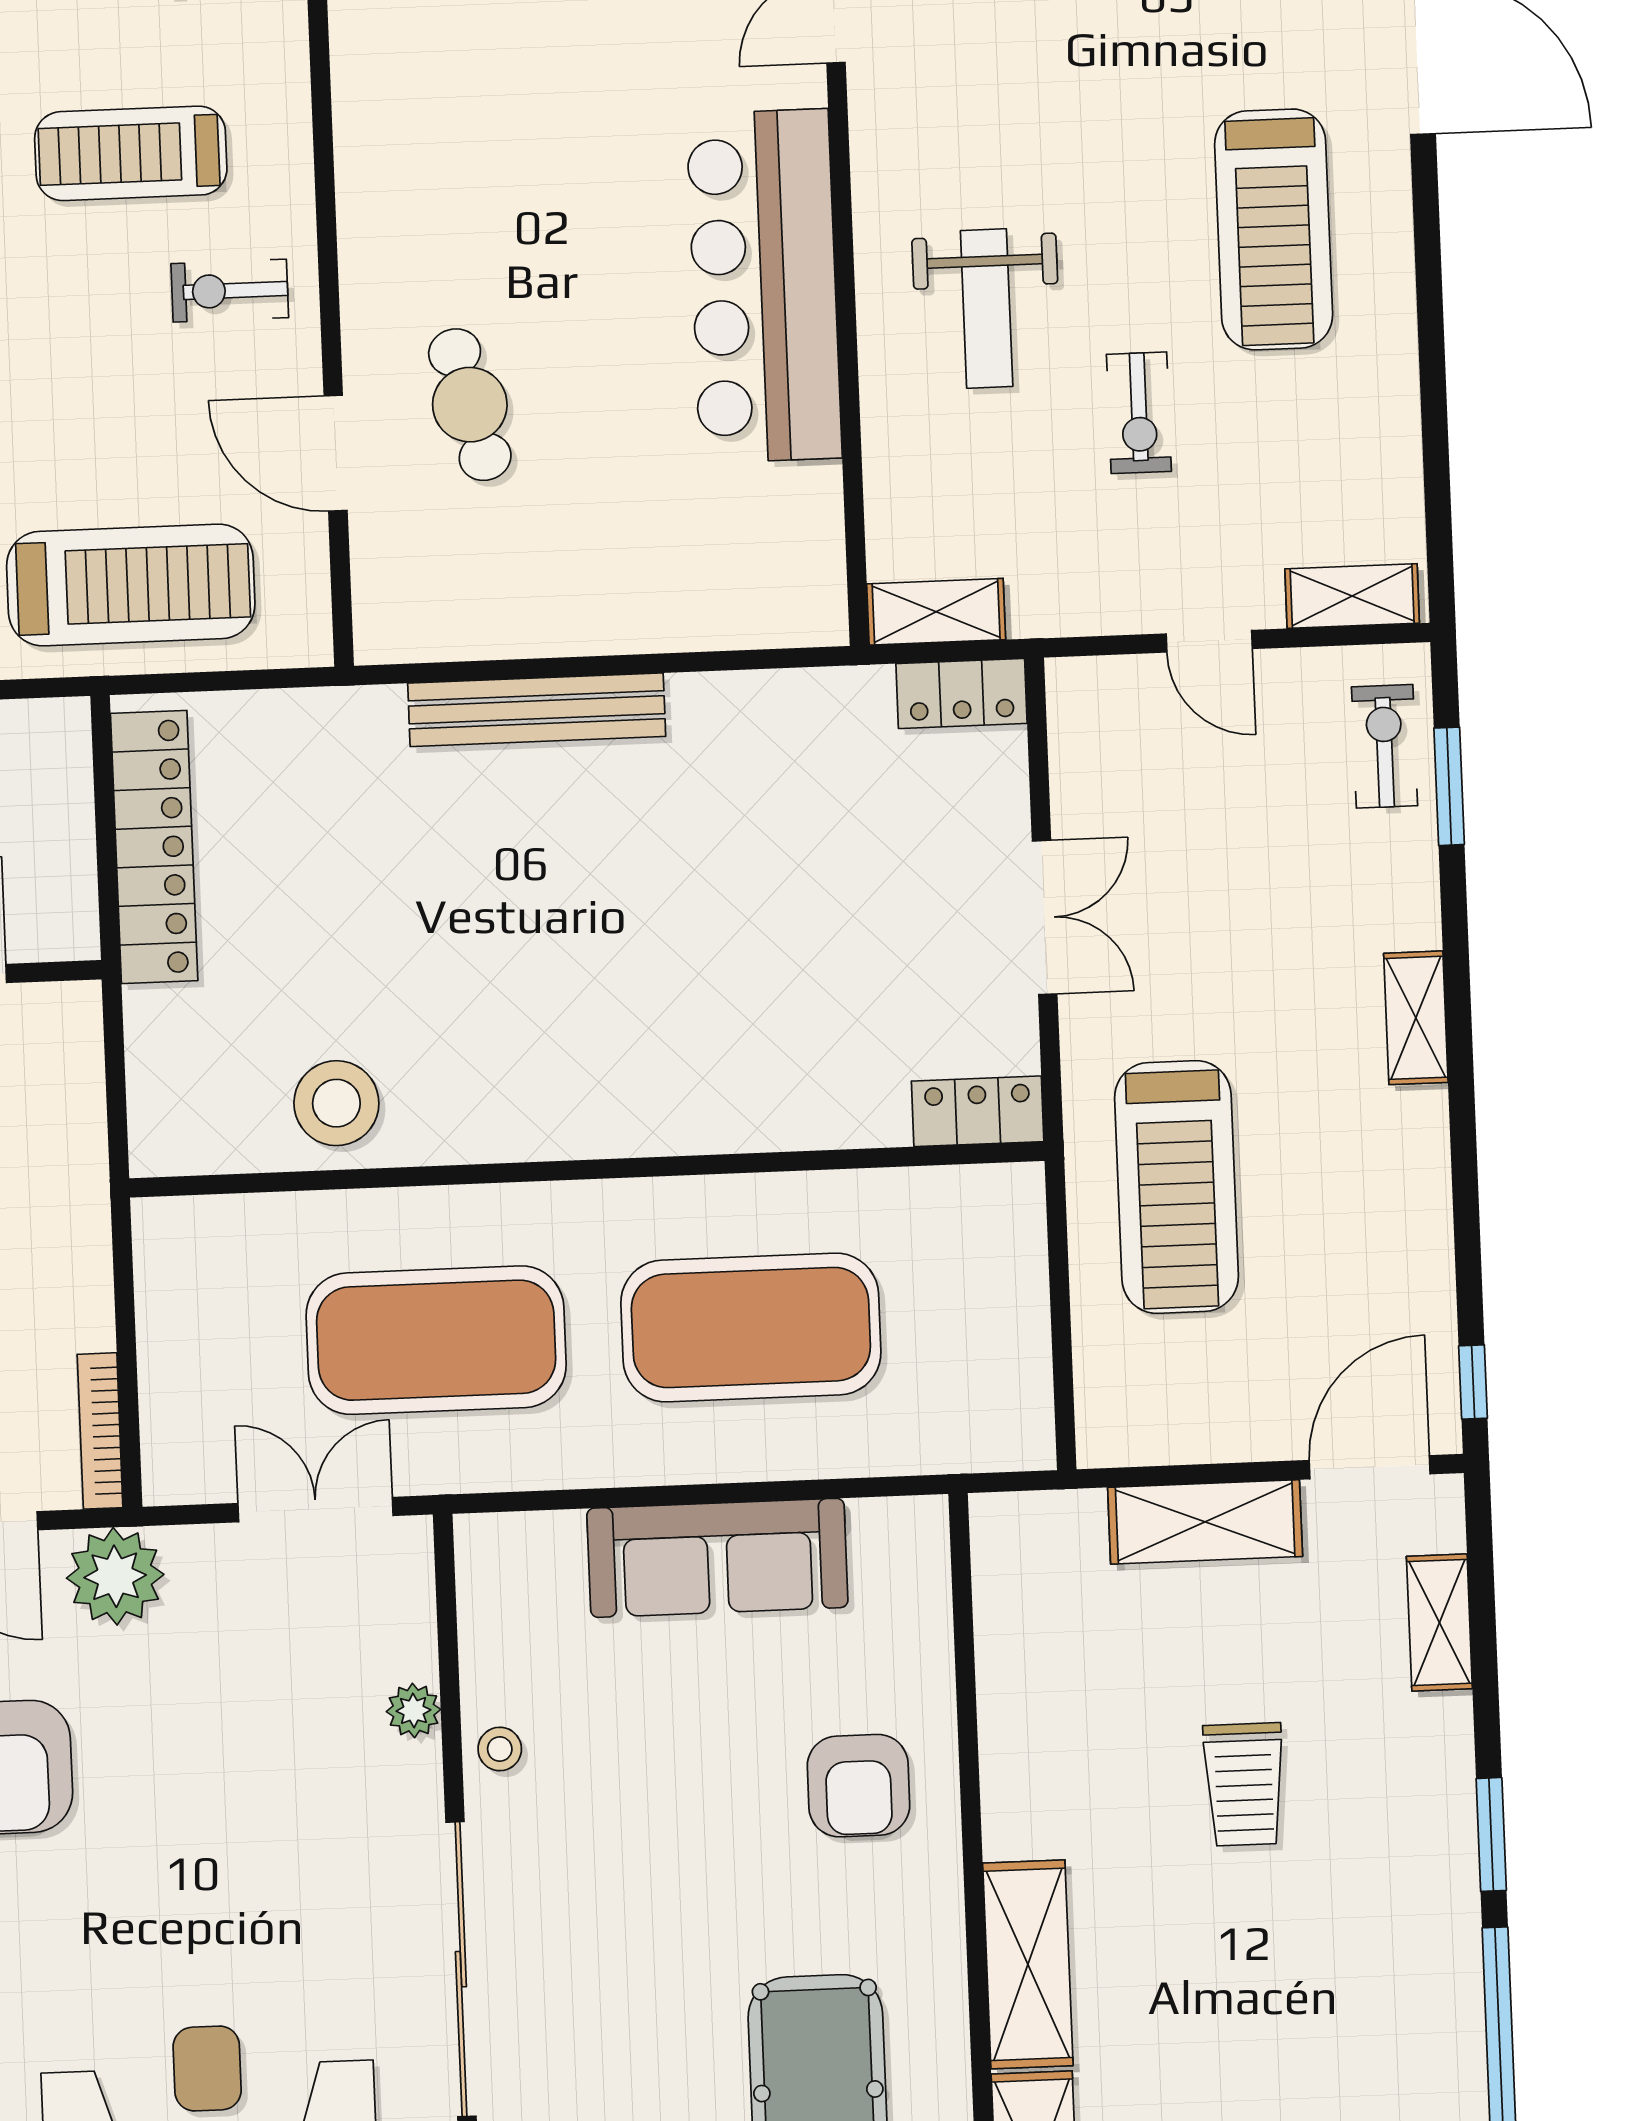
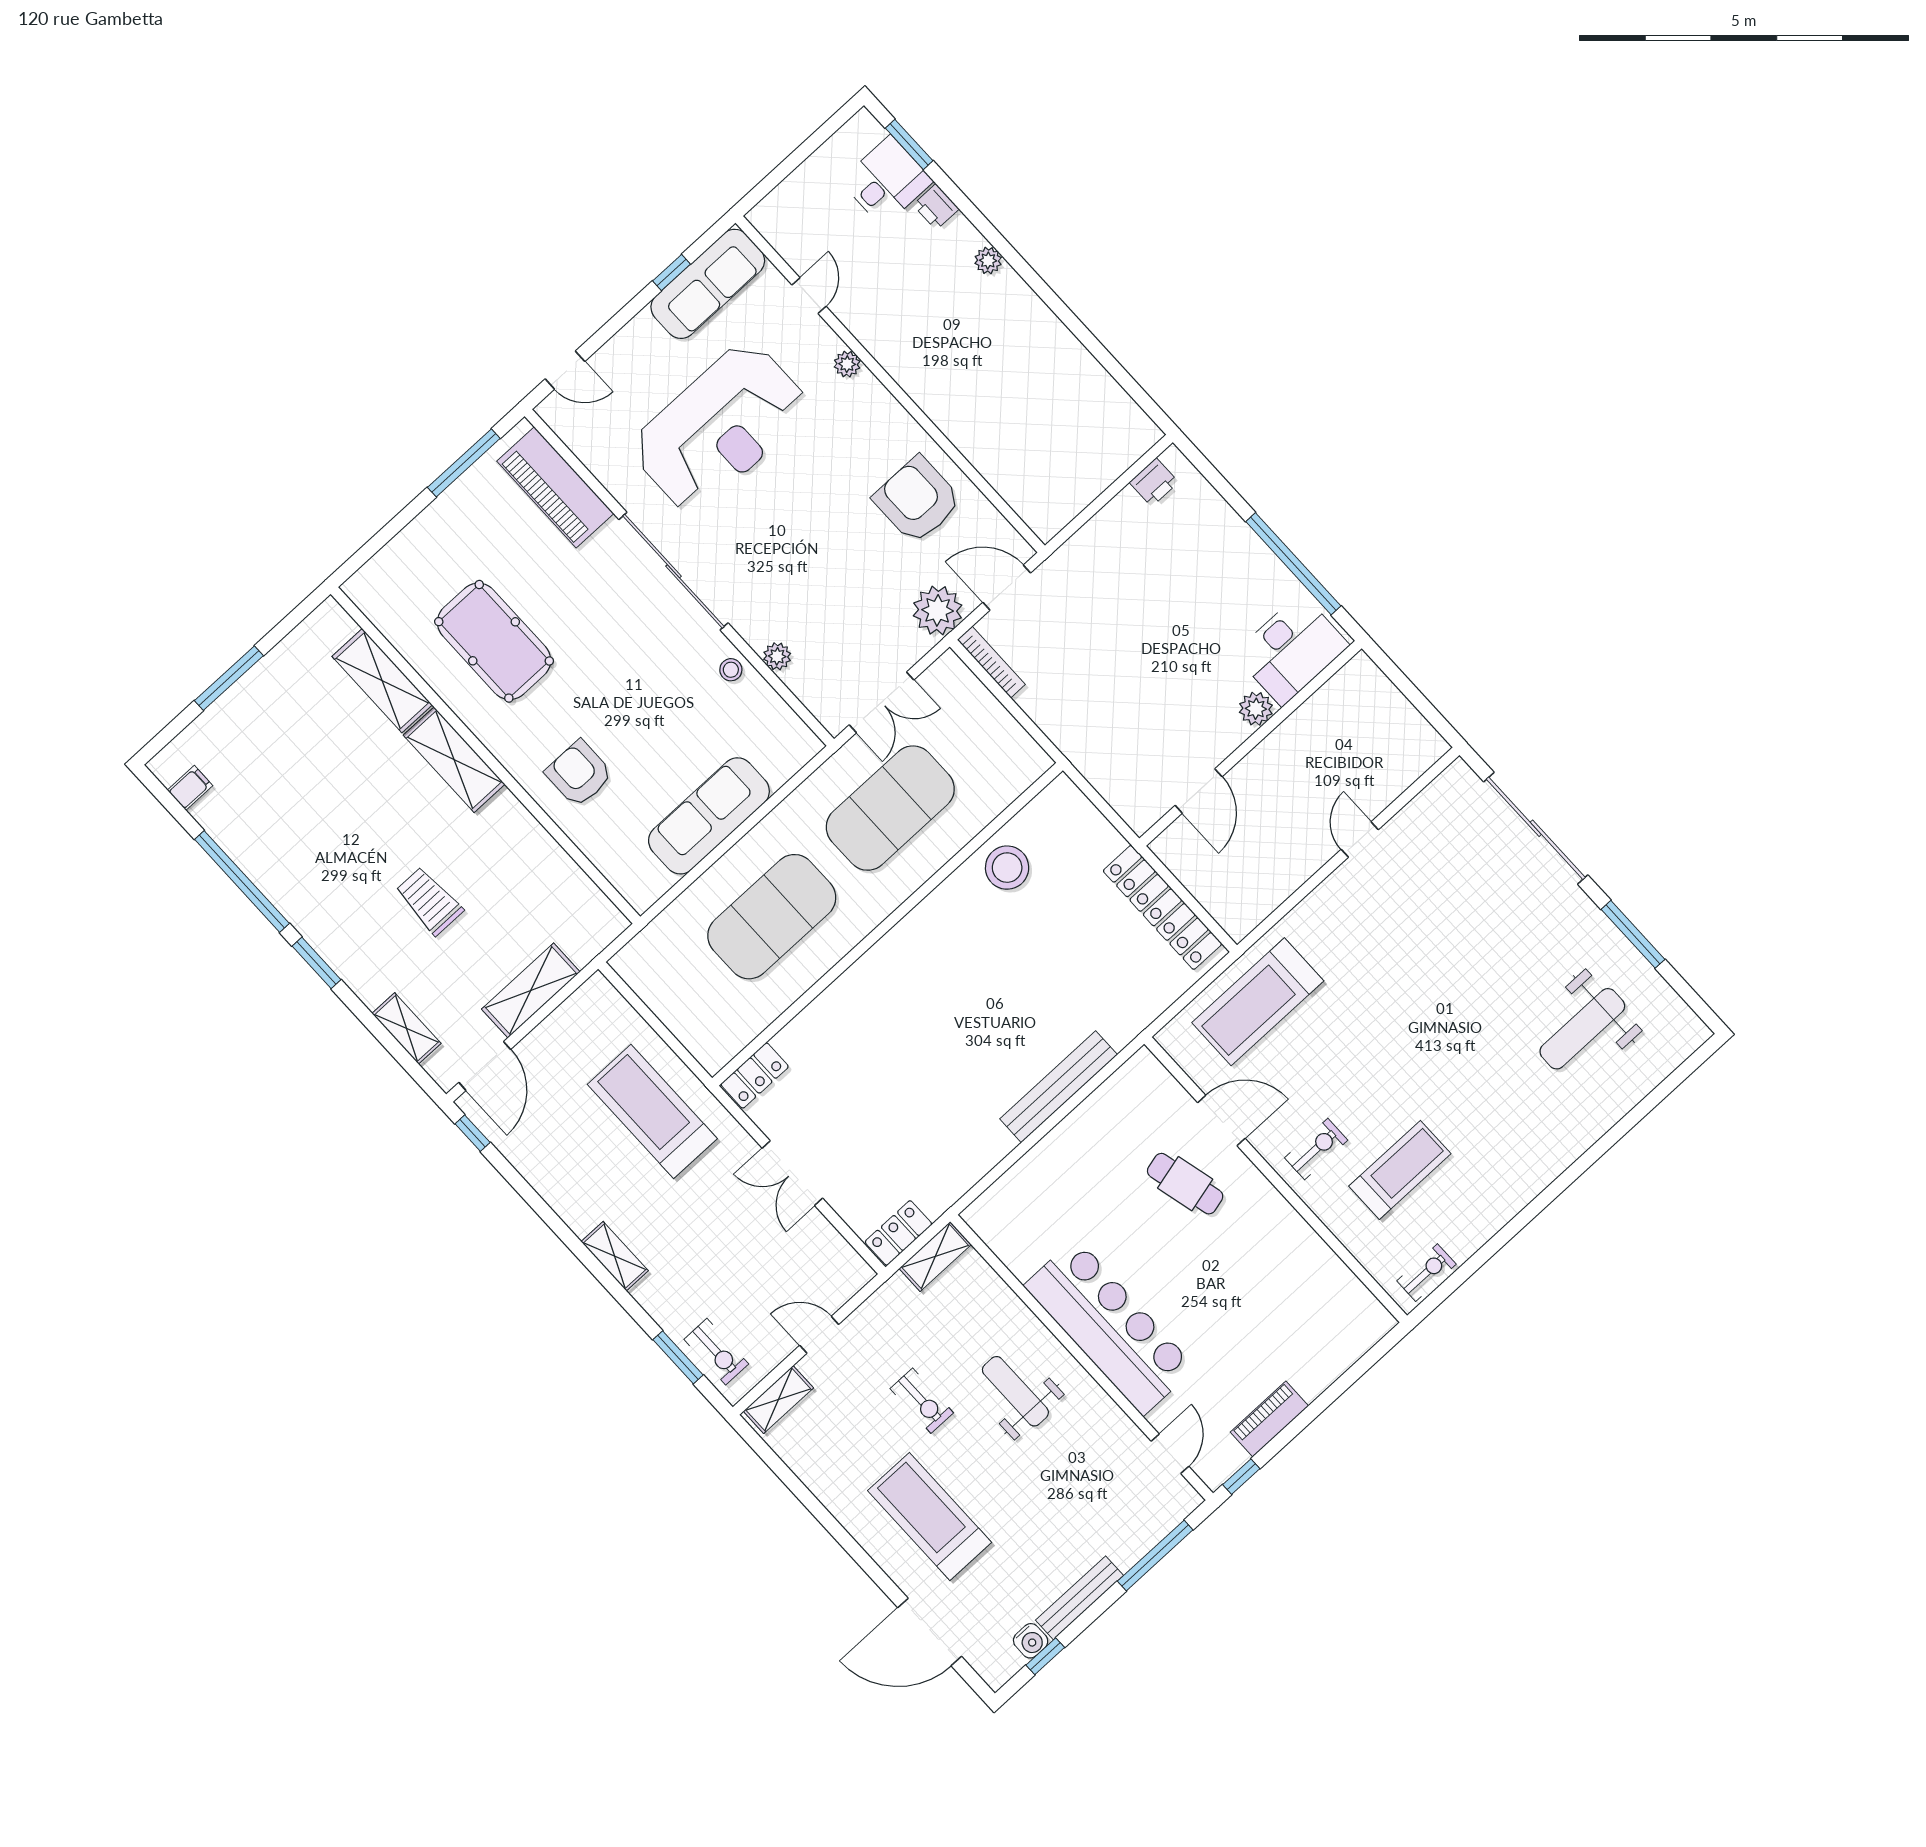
exercise bike: (1139, 413) -> (922, 1401), turned 180

